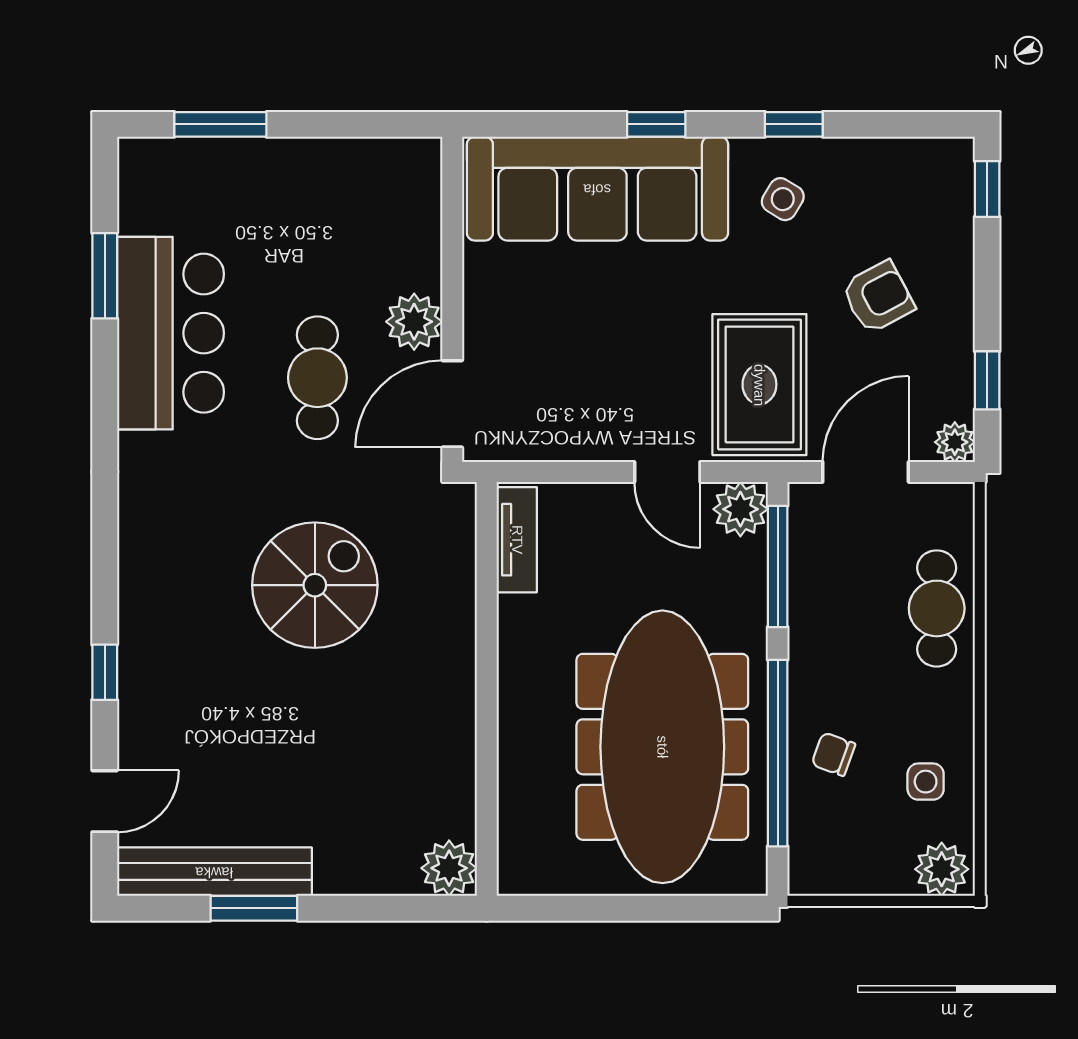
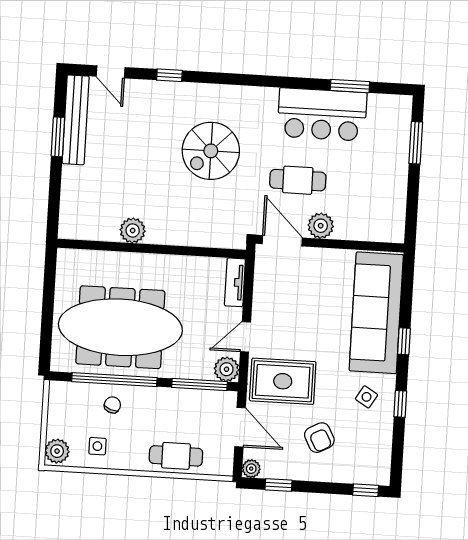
tv unit: (517, 540) -> (235, 282), moved, turned 90
spiral stairs: (315, 585) -> (211, 151), moved, turned 90
plant: (449, 868) -> (133, 230), moved

